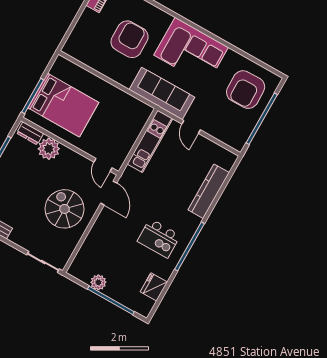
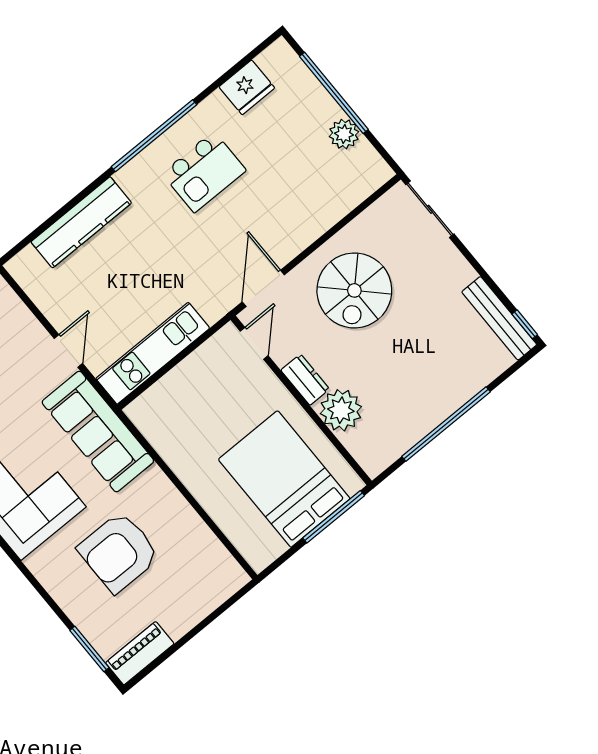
dresser: (30, 133) -> (305, 380), moved
kitchen island: (159, 238) -> (204, 172), turned 90

